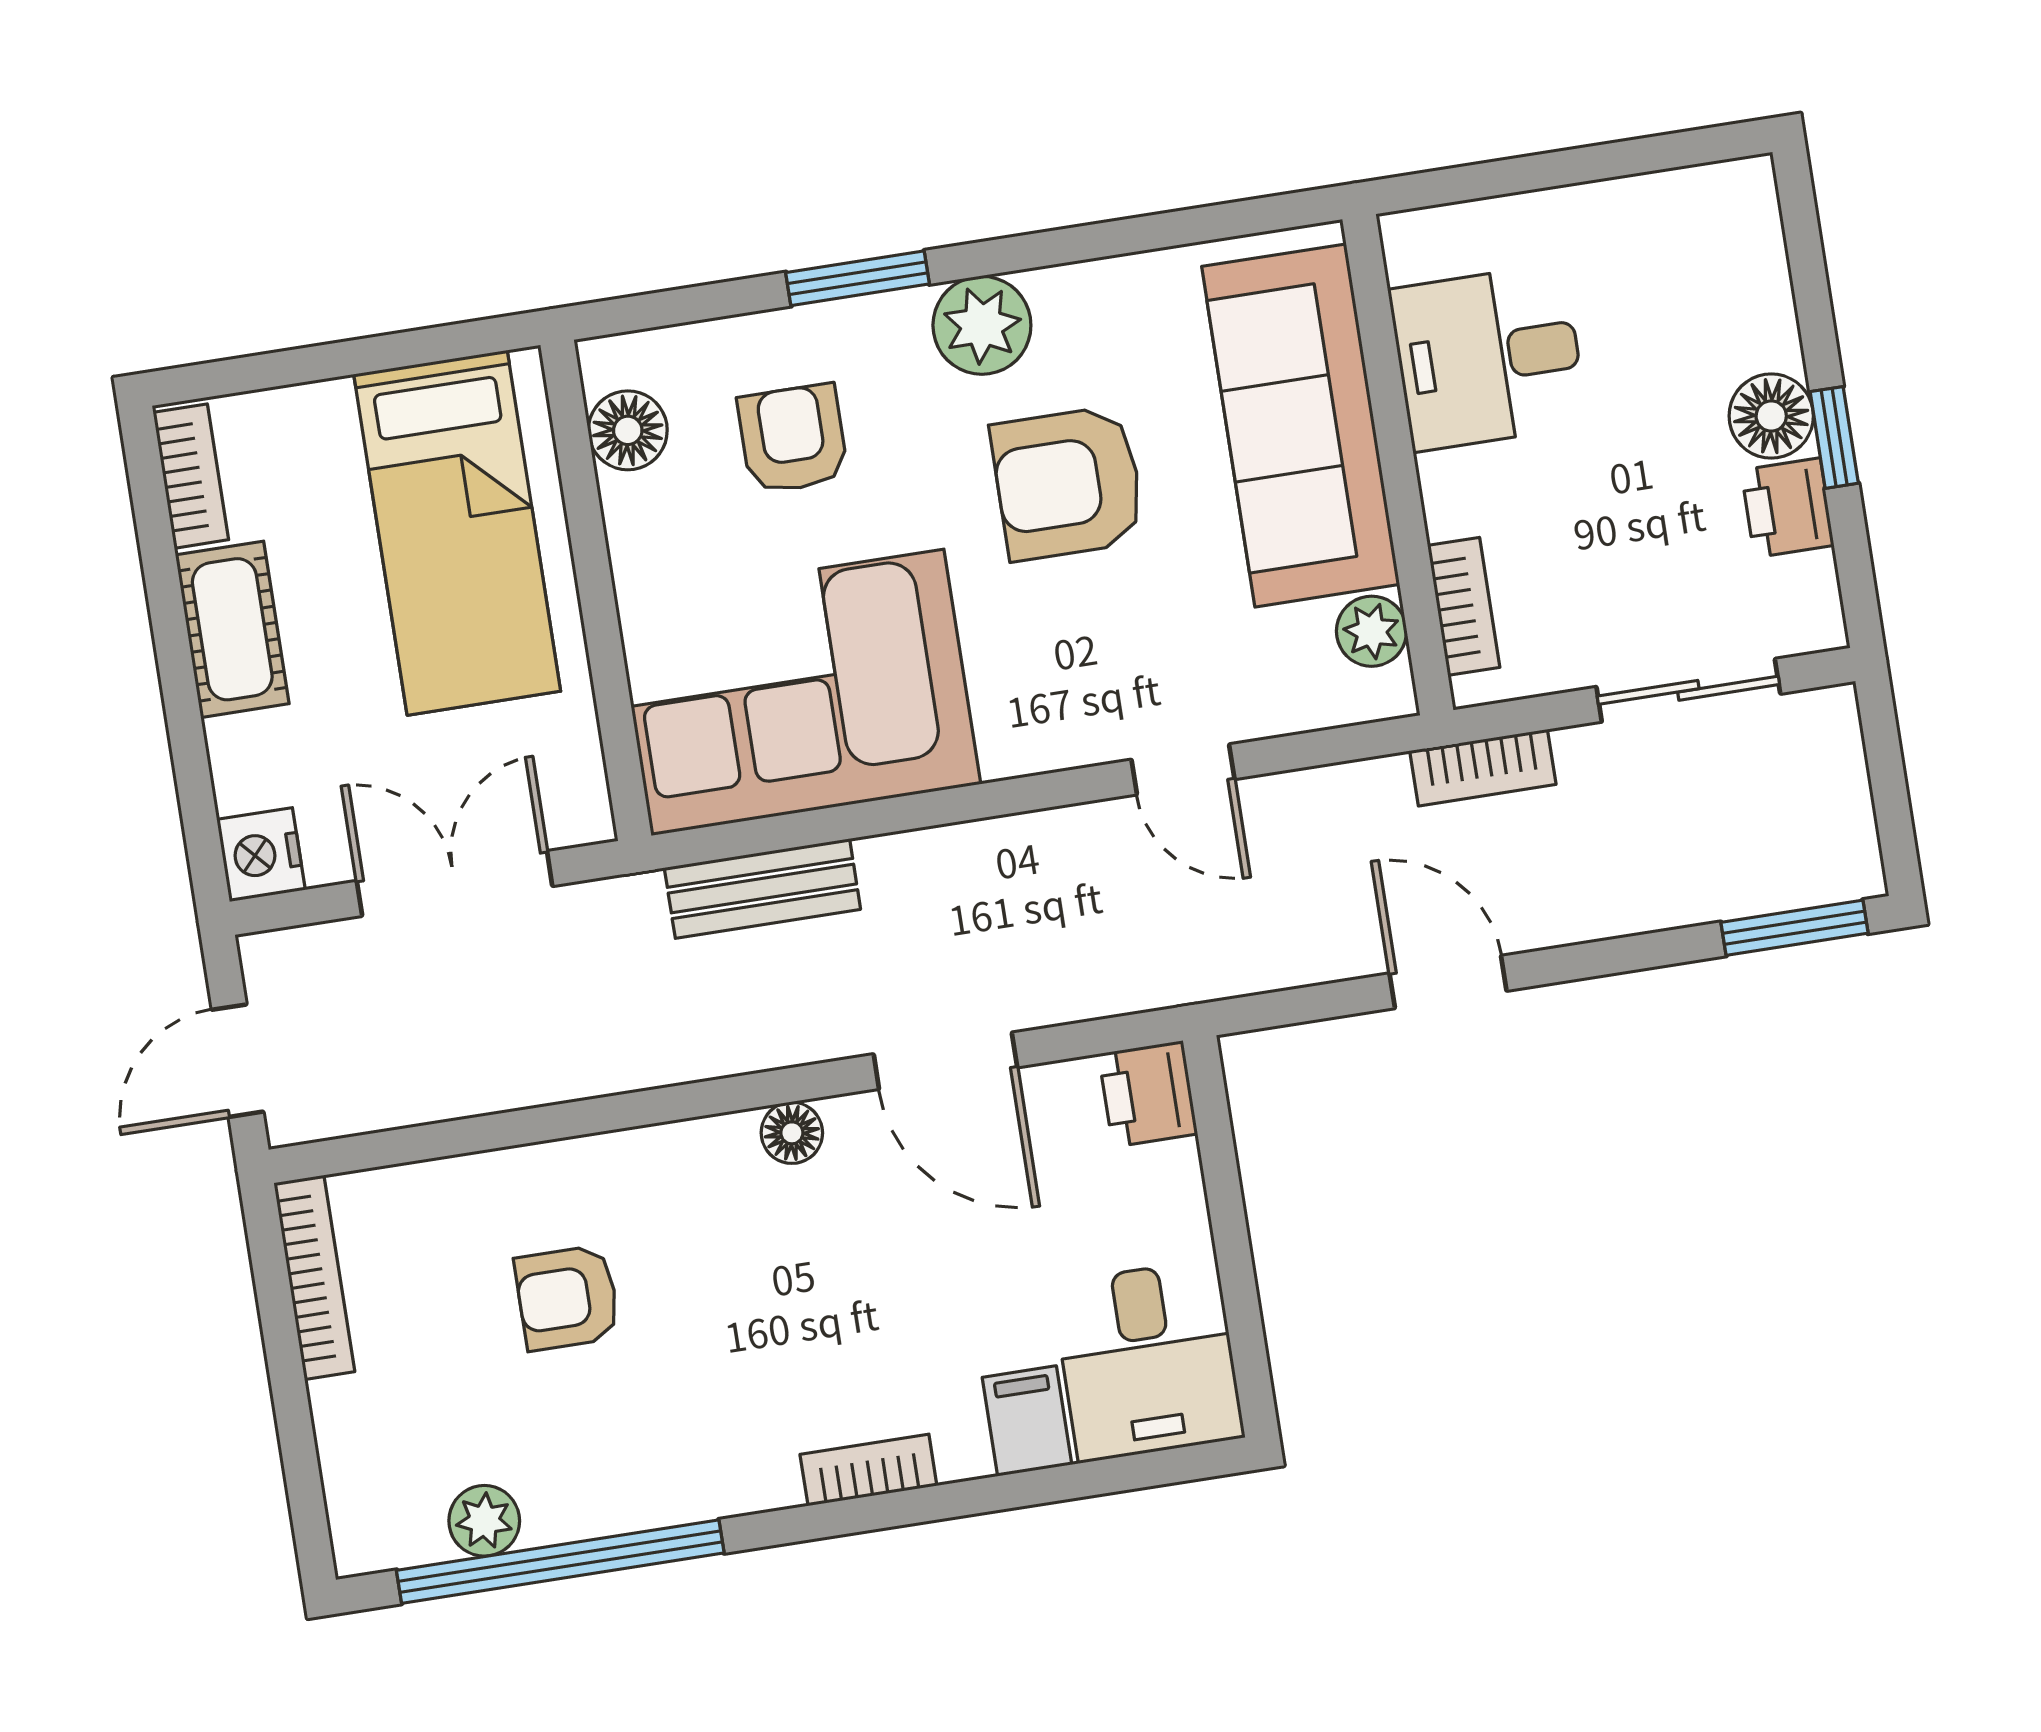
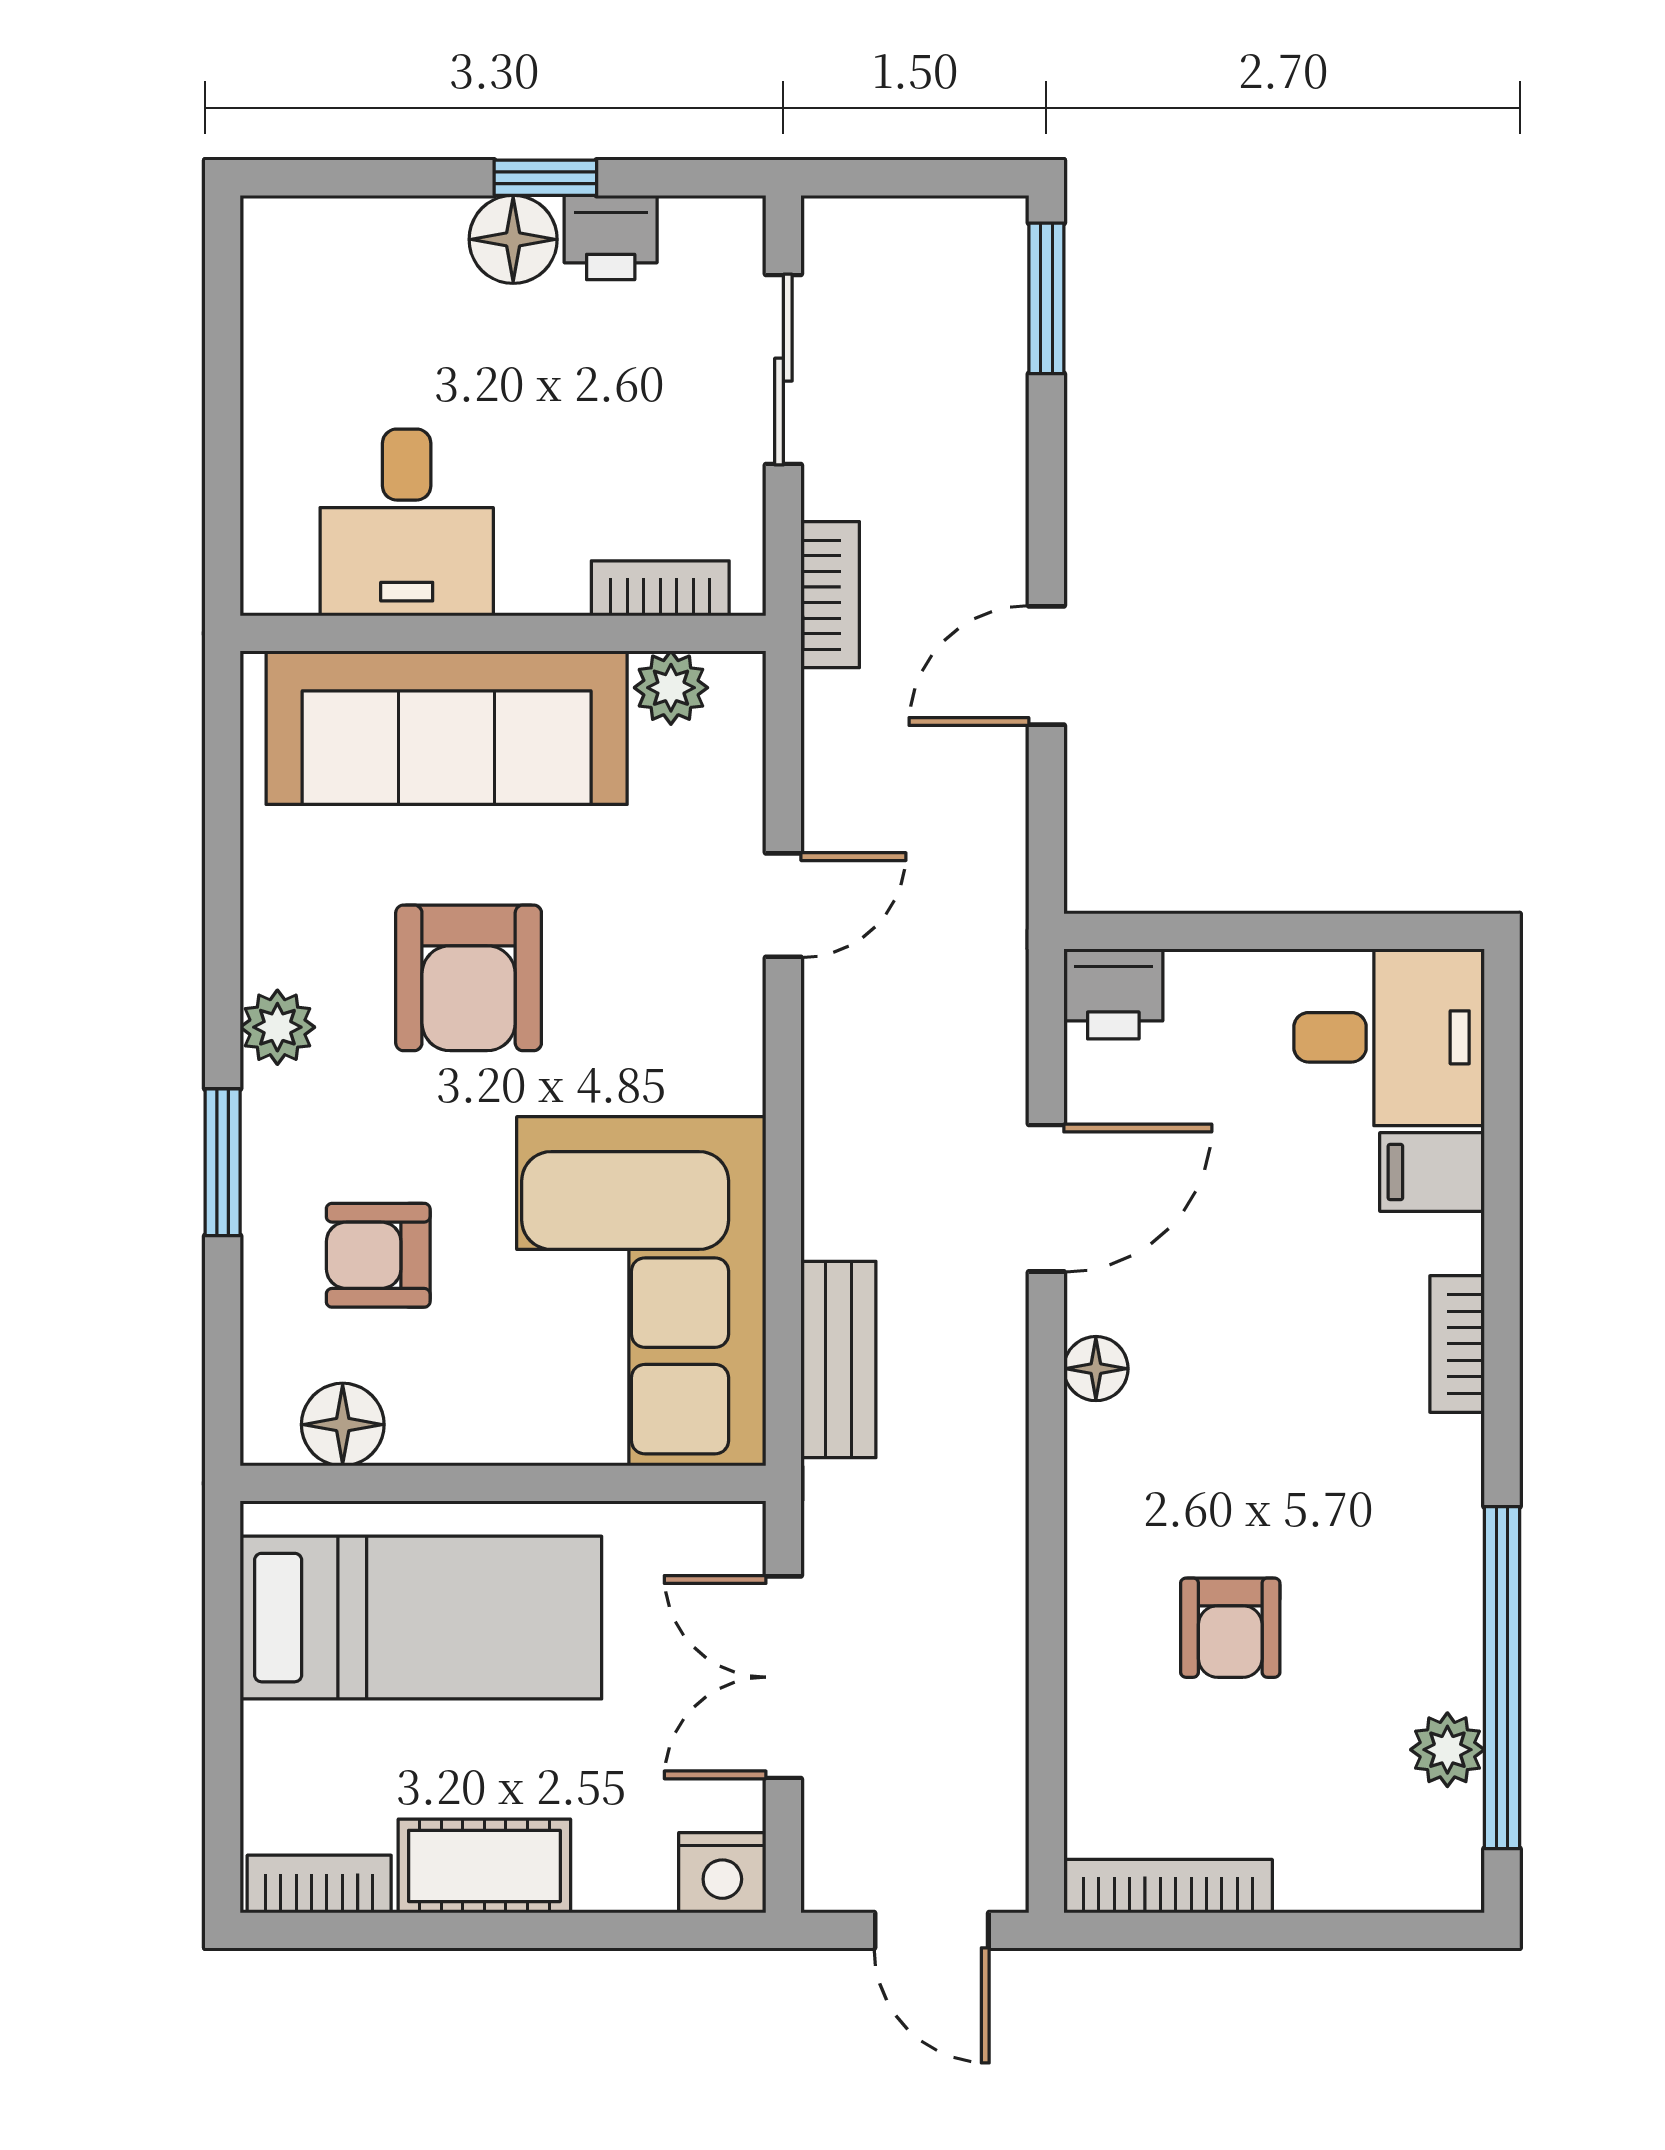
plant: (982, 325) -> (277, 1027), width x0.73, depth x0.73

